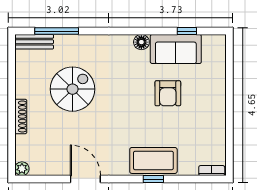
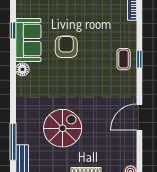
spiral stairs: (73, 89) -> (63, 128), turned 90
armchair: (168, 93) -> (66, 47), turned -90
coffee table: (153, 160) -> (124, 59), width x0.54, depth x0.58

